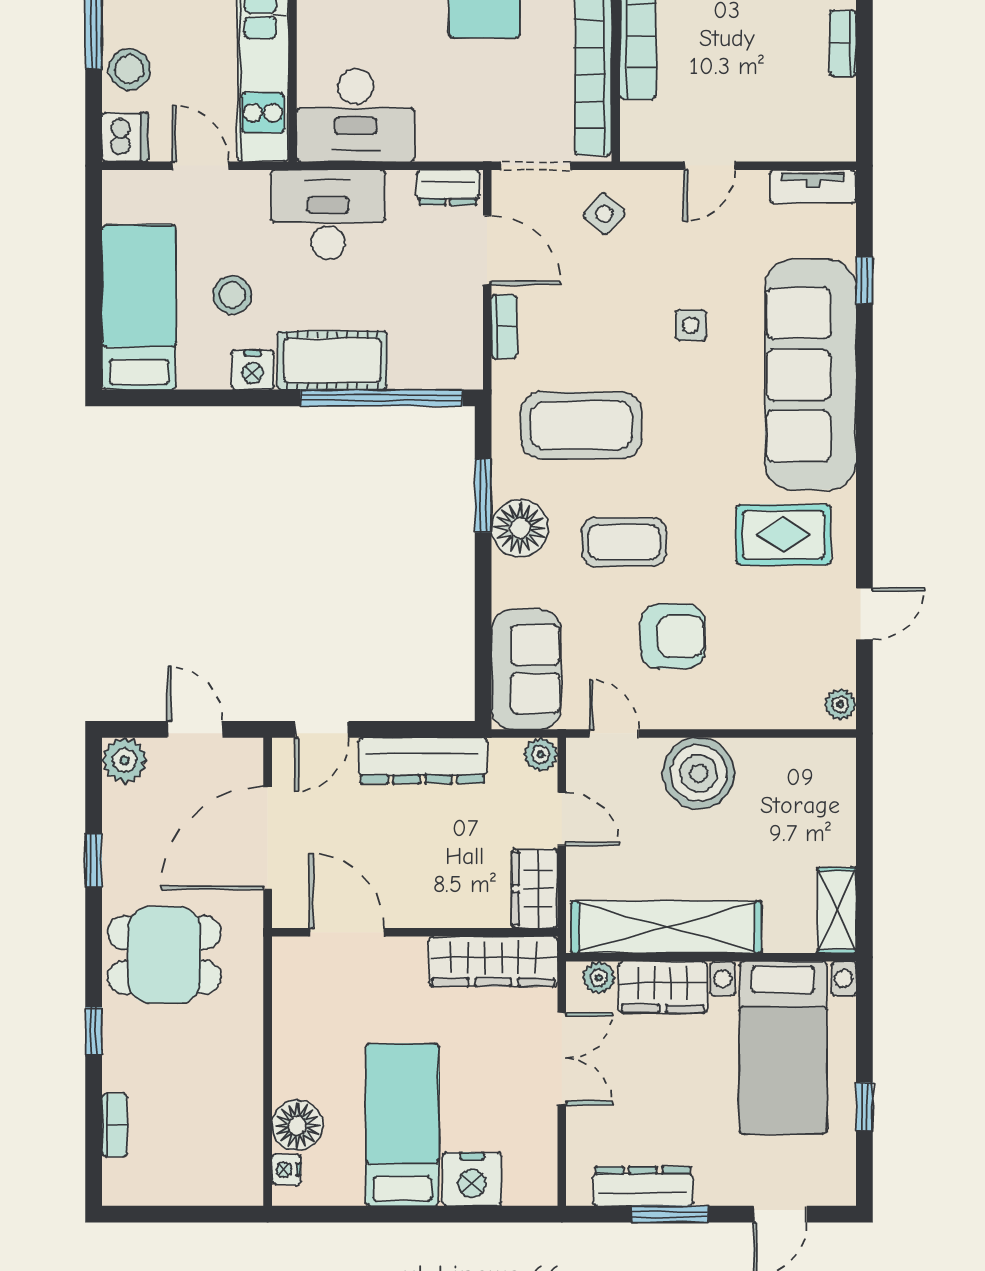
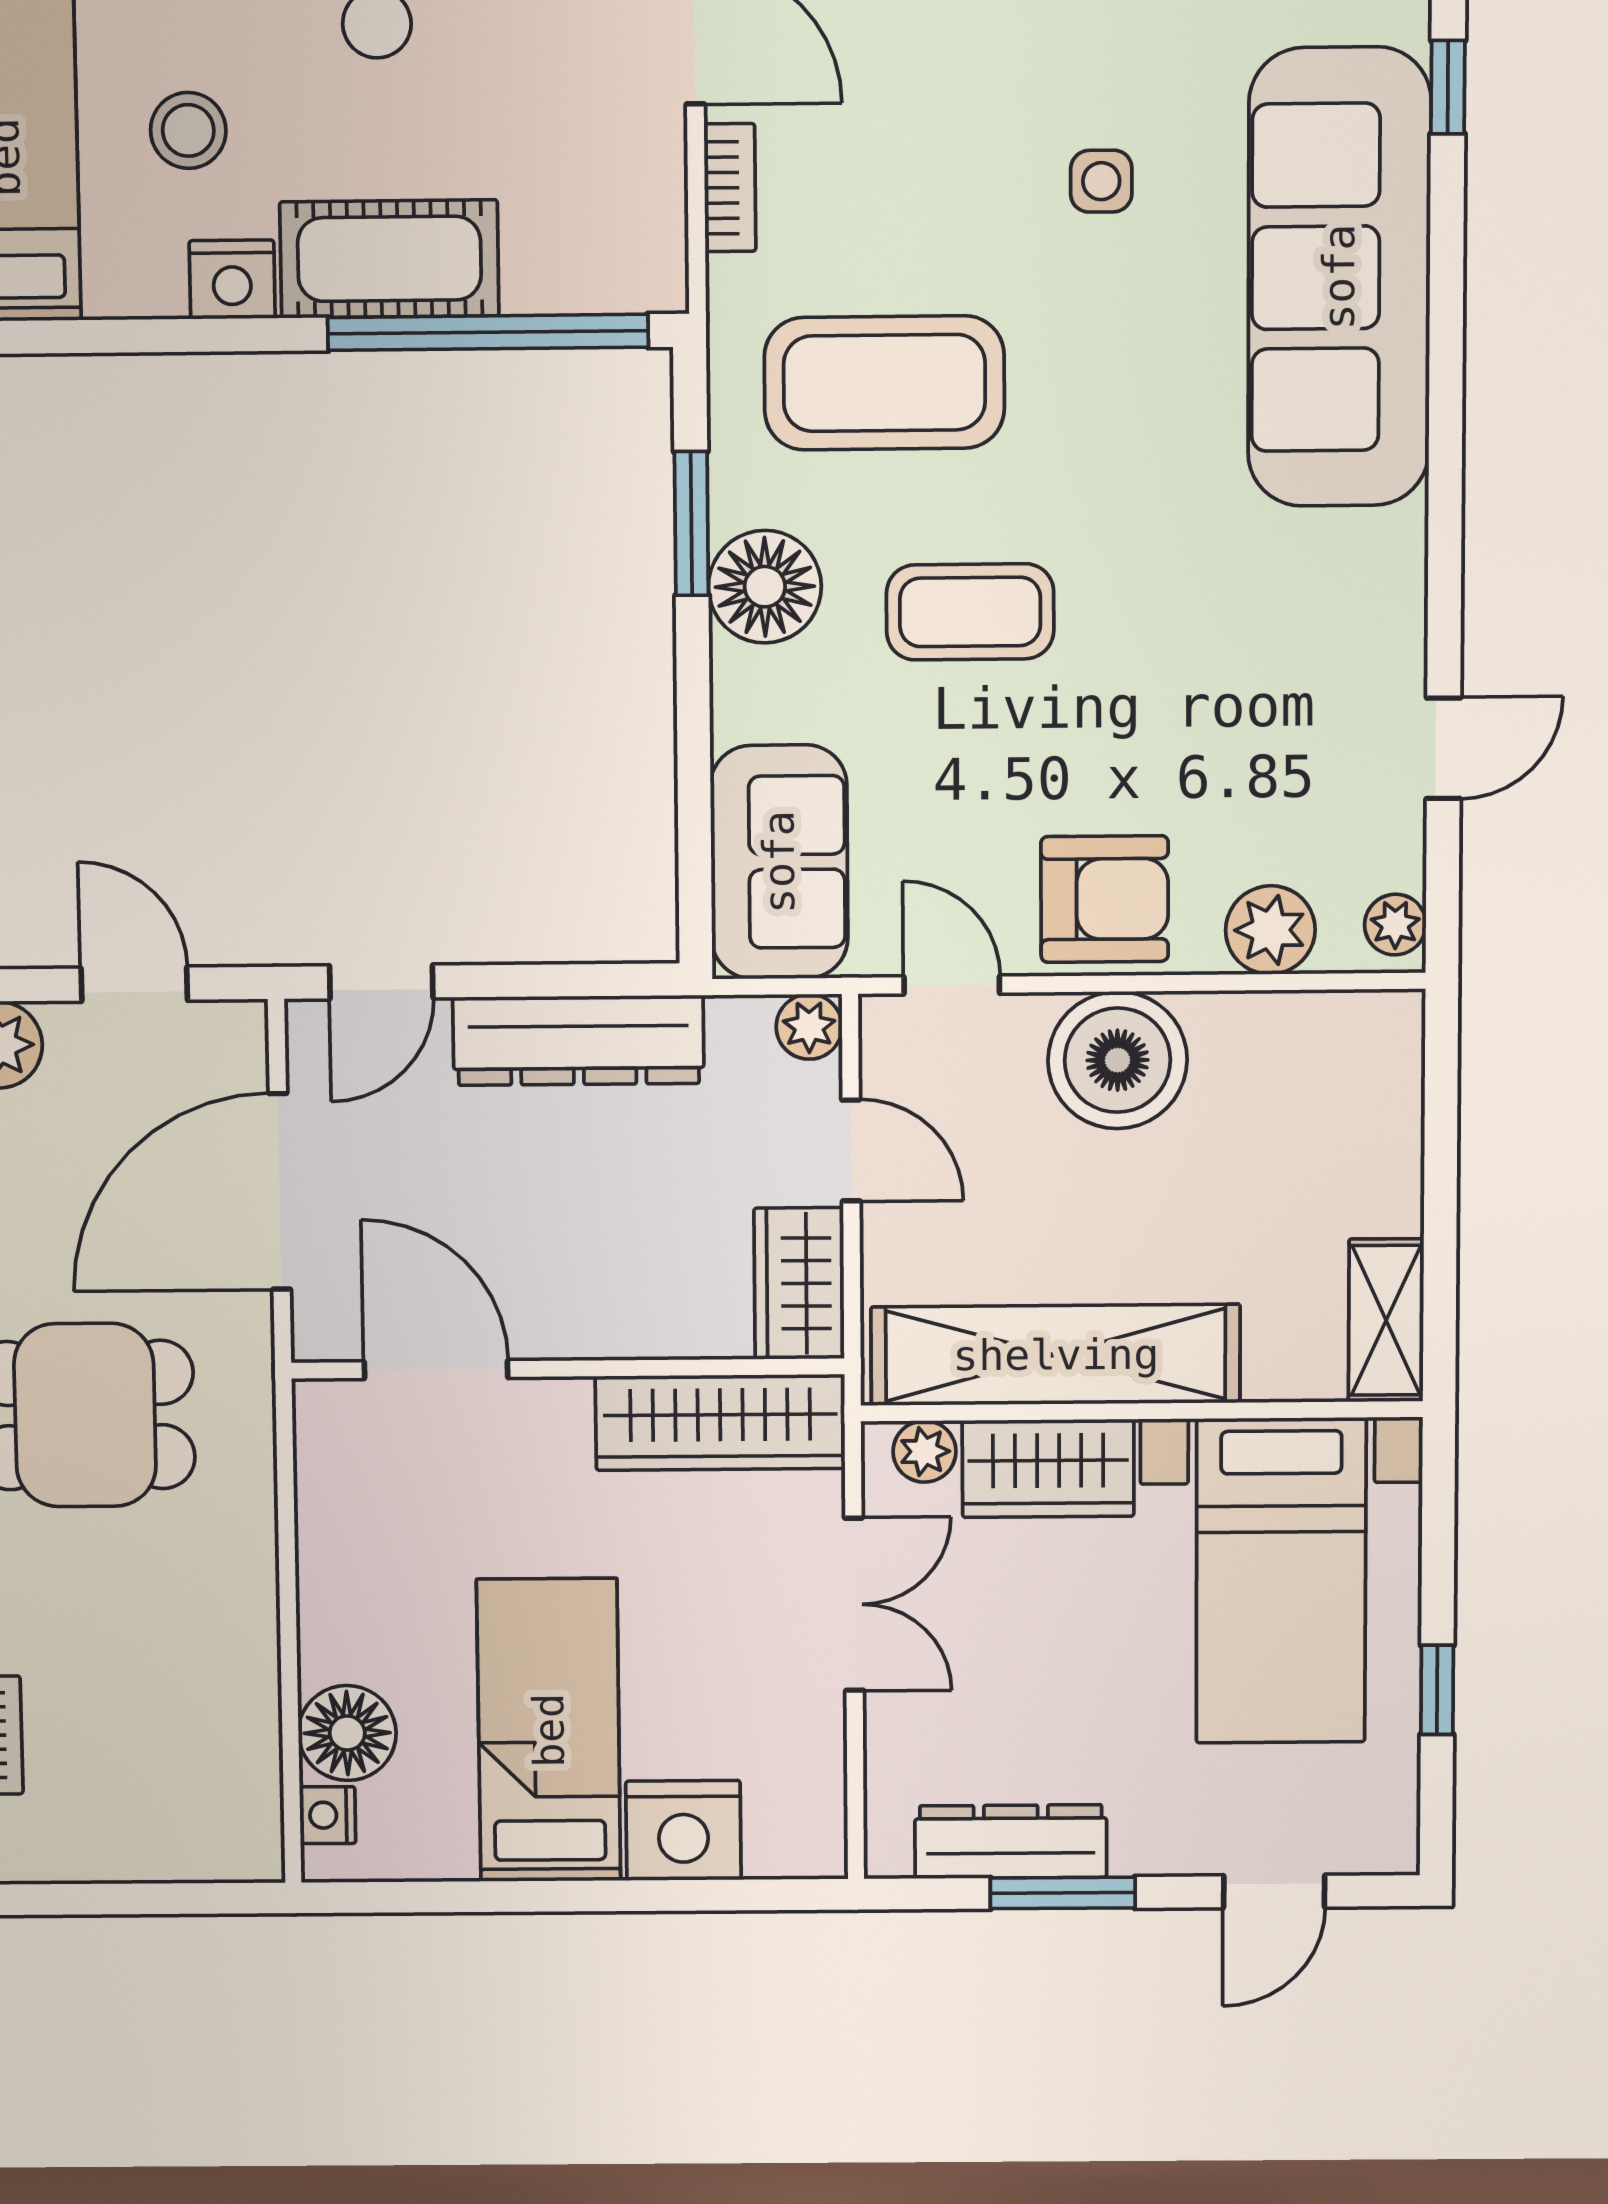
rug: (783, 535) -> (1285, 595), removed
armchair: (673, 636) -> (1105, 899), moved
plant: (777, 706) -> (1270, 930), added

